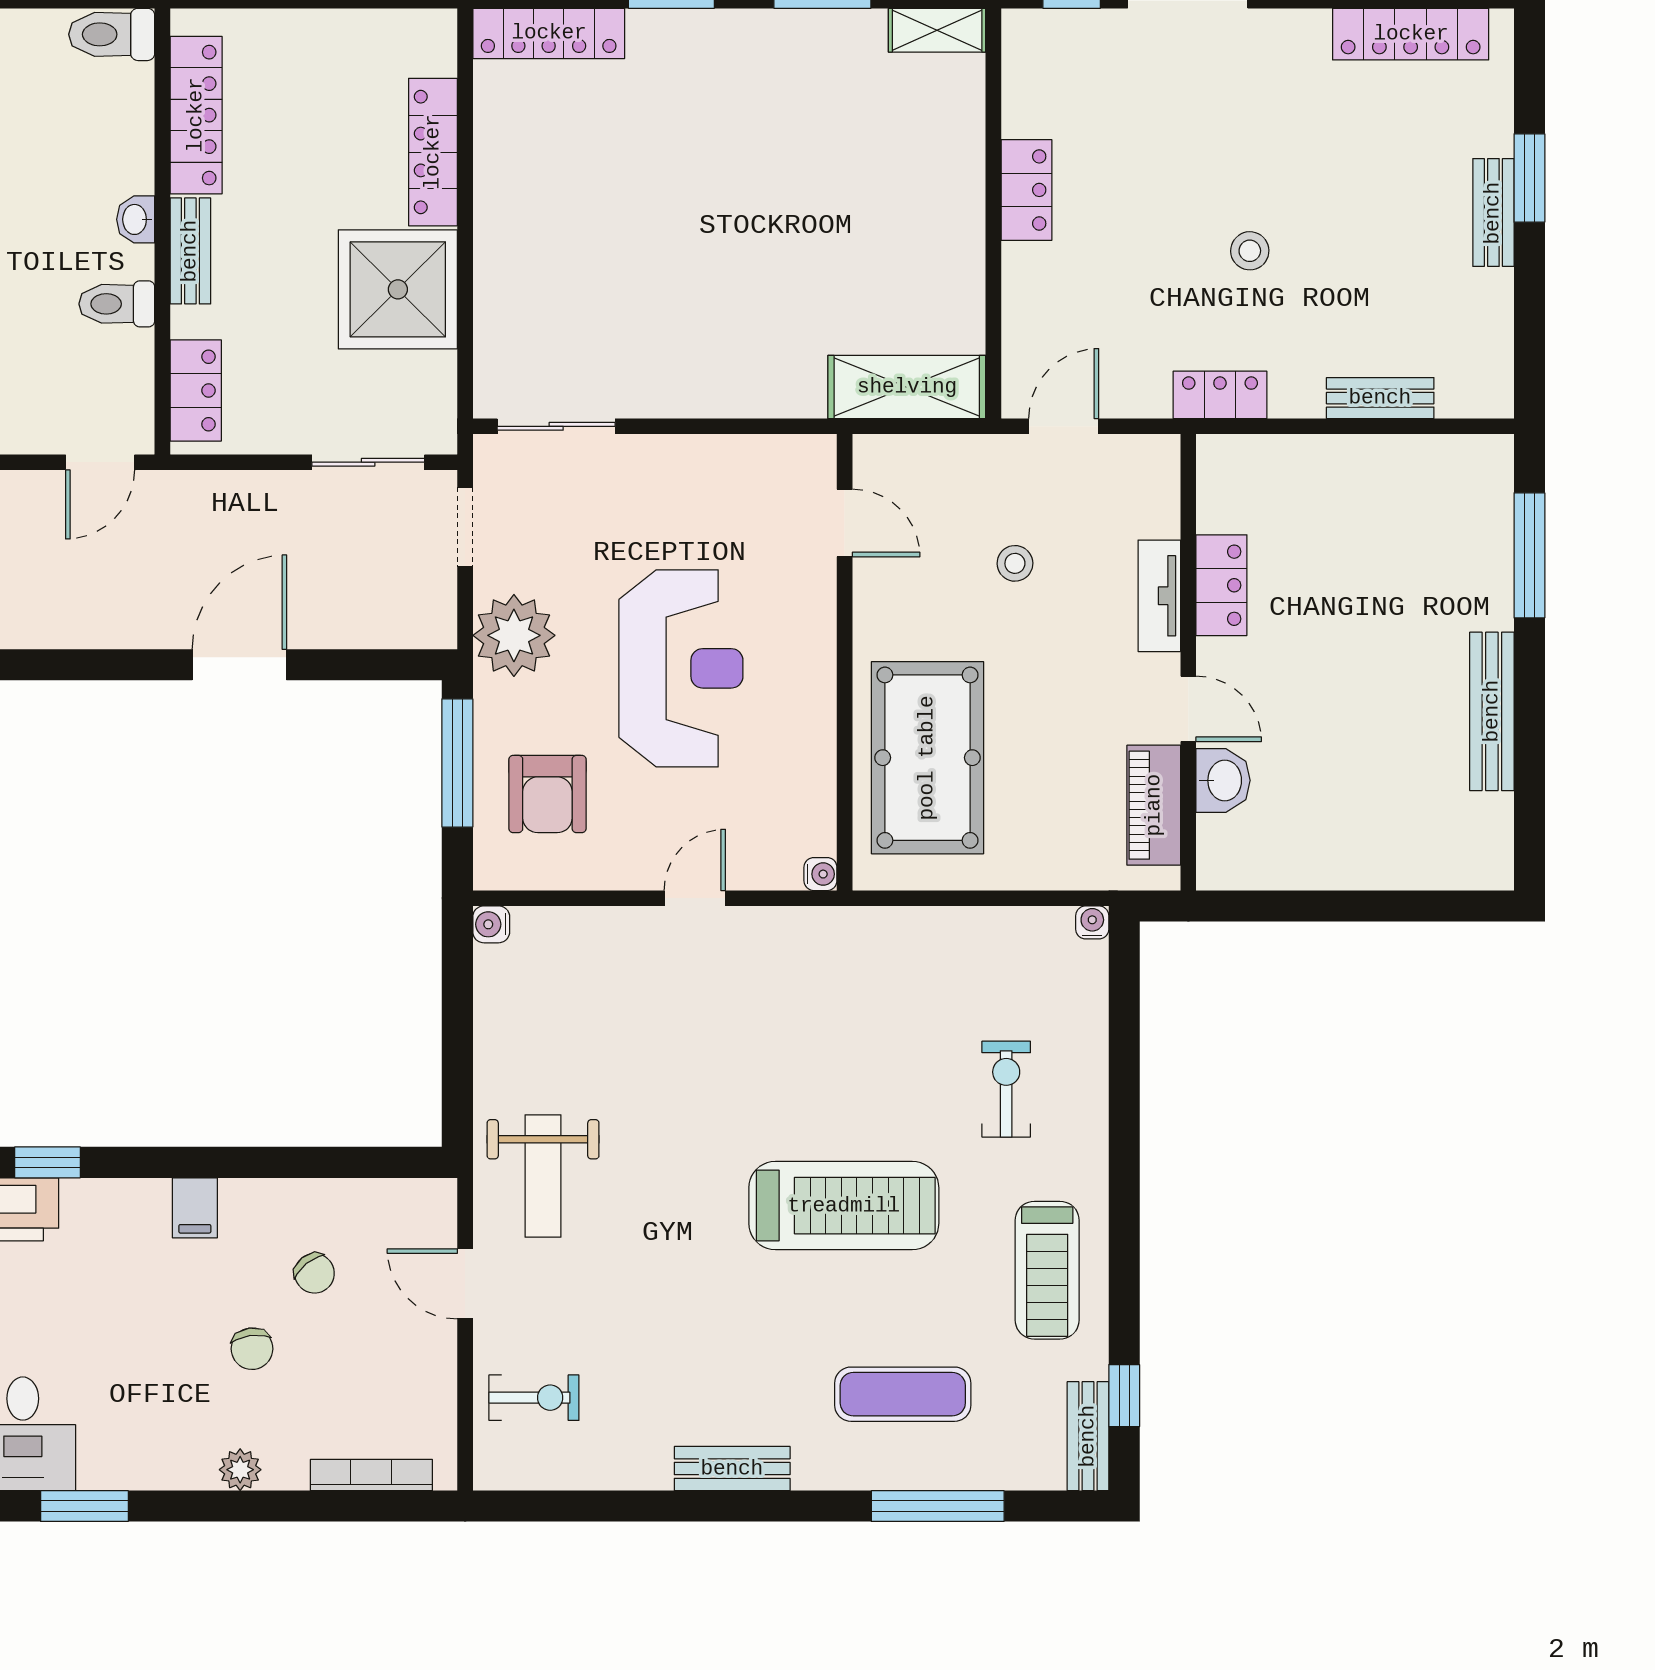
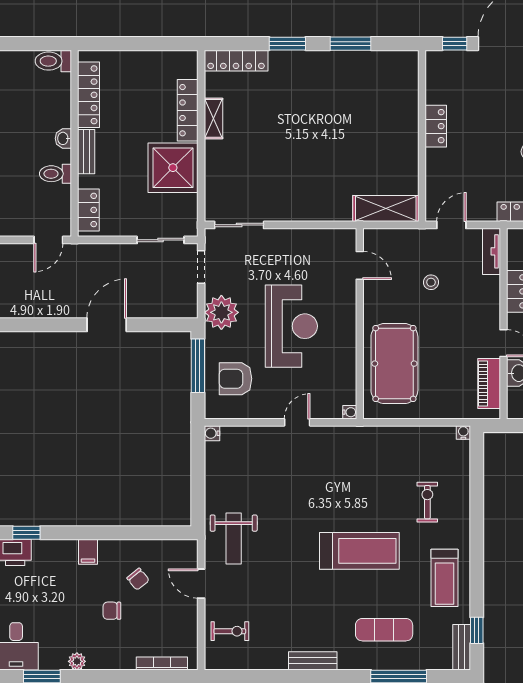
shelving: (937, 30) -> (213, 118), moved, turned 90
tv unit: (1159, 596) -> (491, 251), moved
armchair: (547, 794) -> (235, 379), turned 90
chair: (252, 1349) -> (112, 611), turned 98
plant: (240, 1470) -> (77, 661), moved

